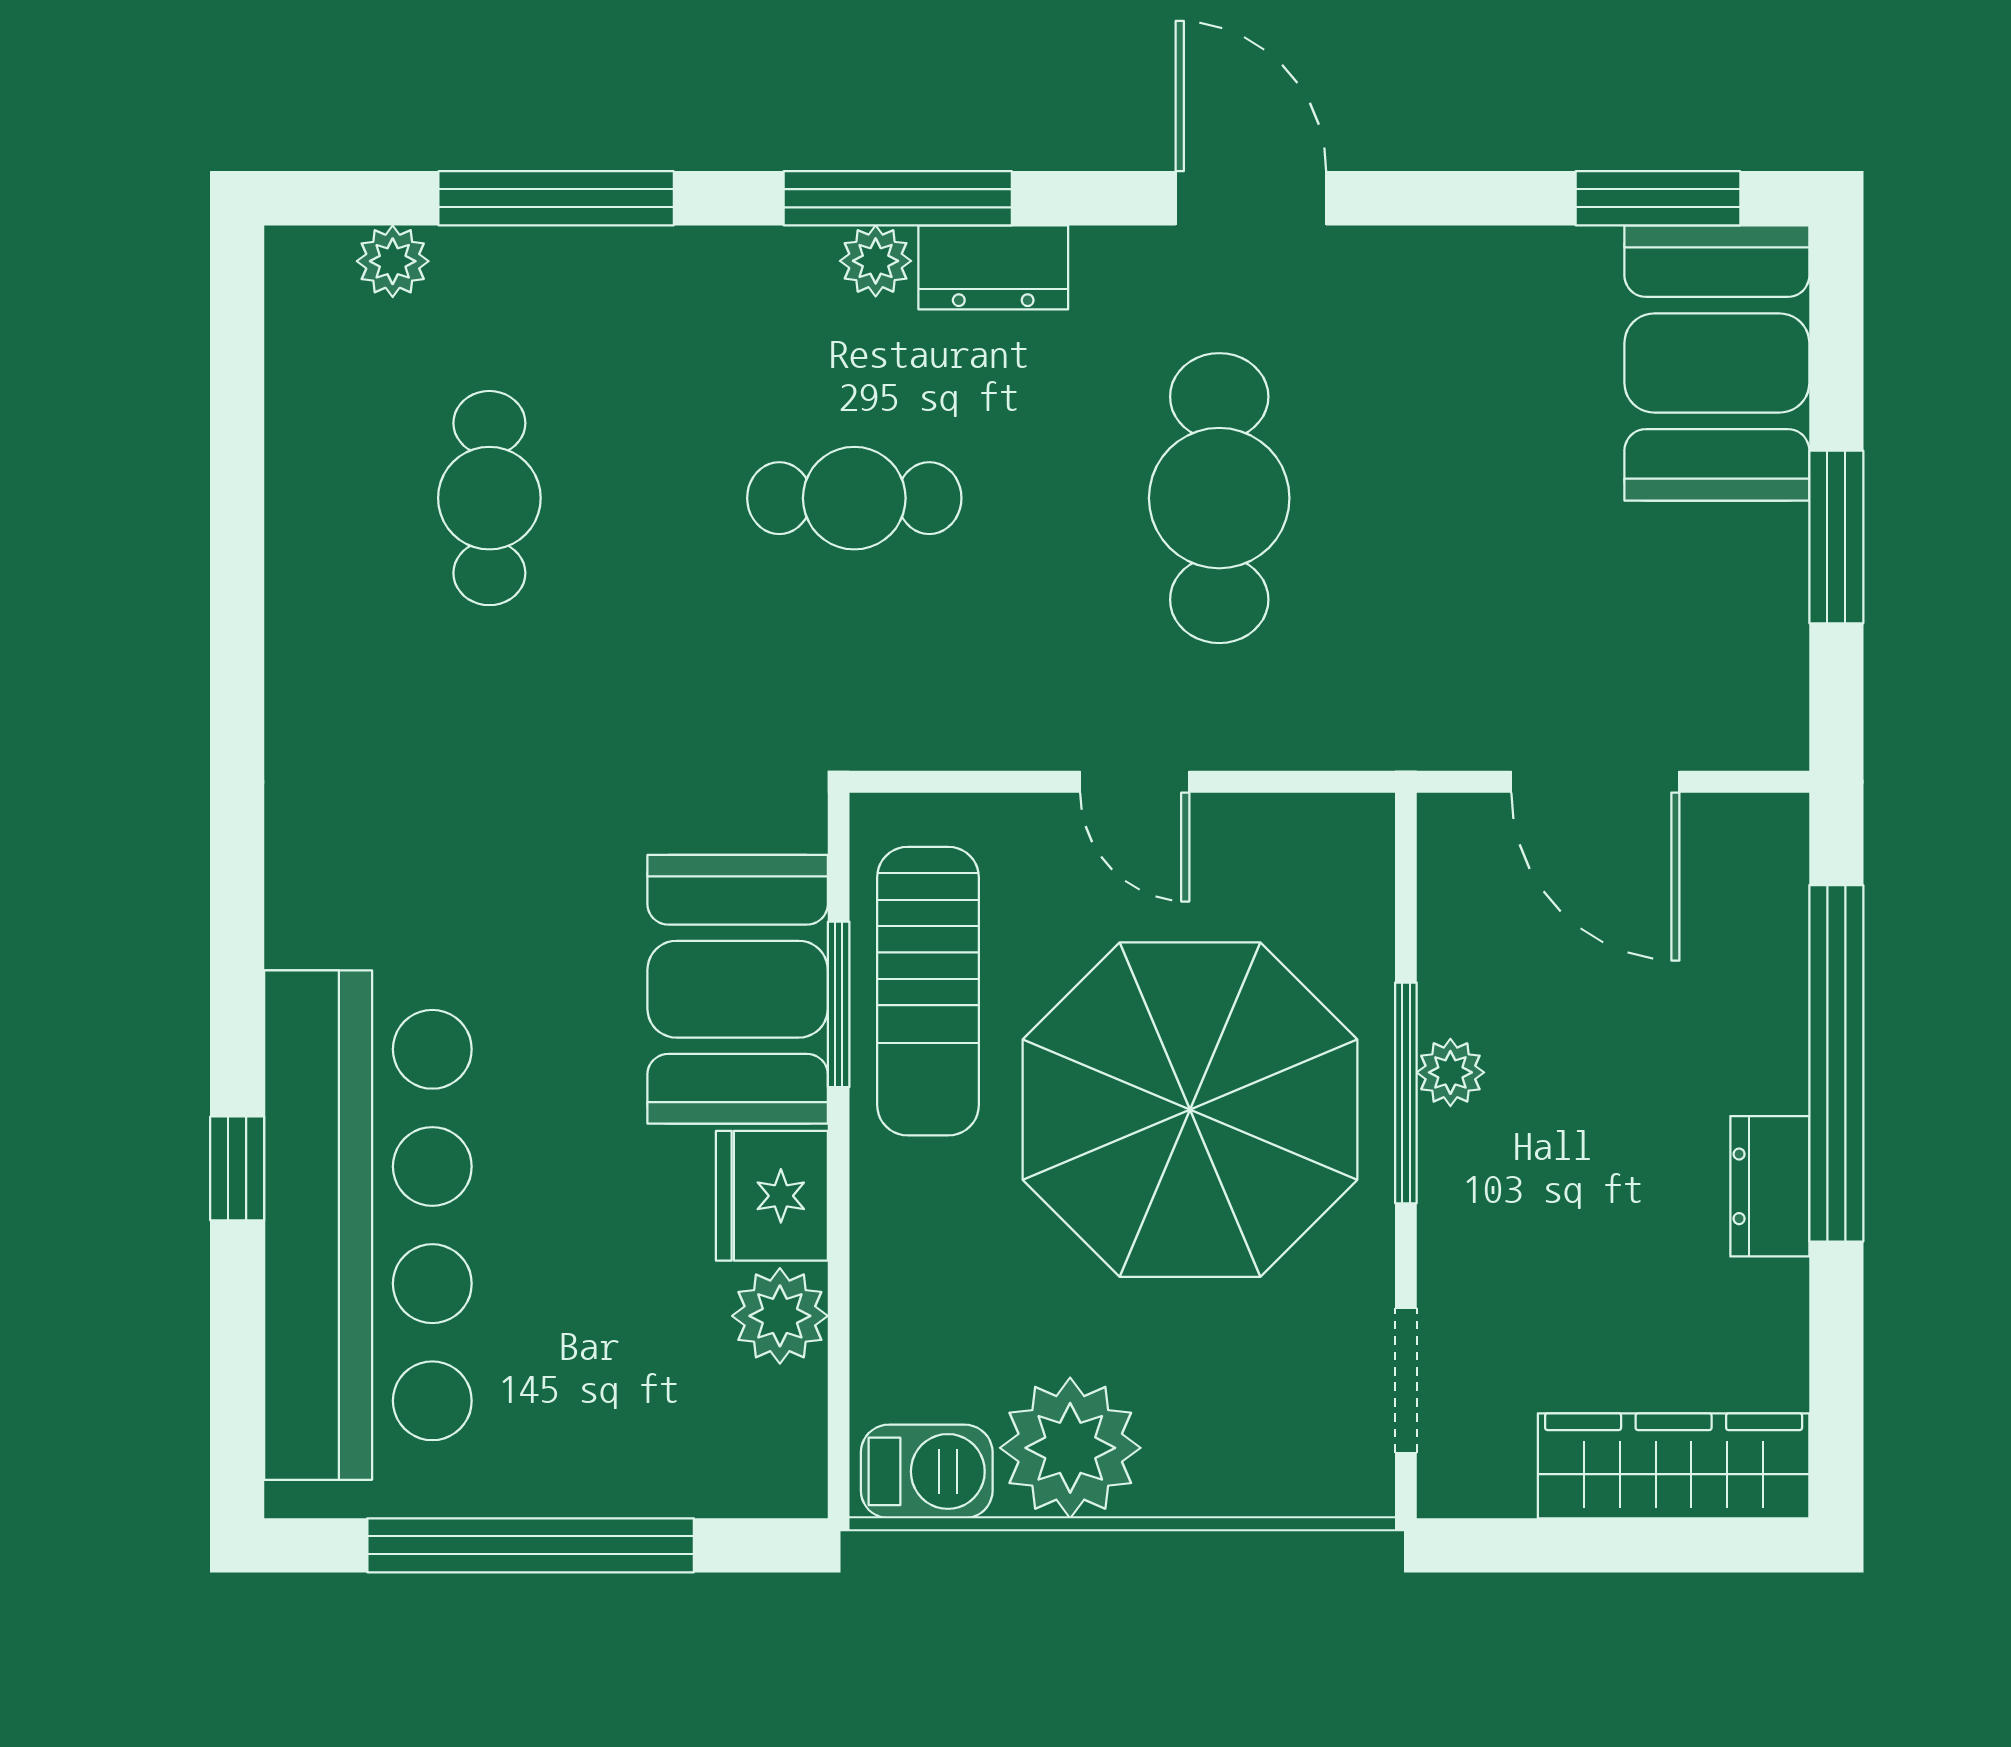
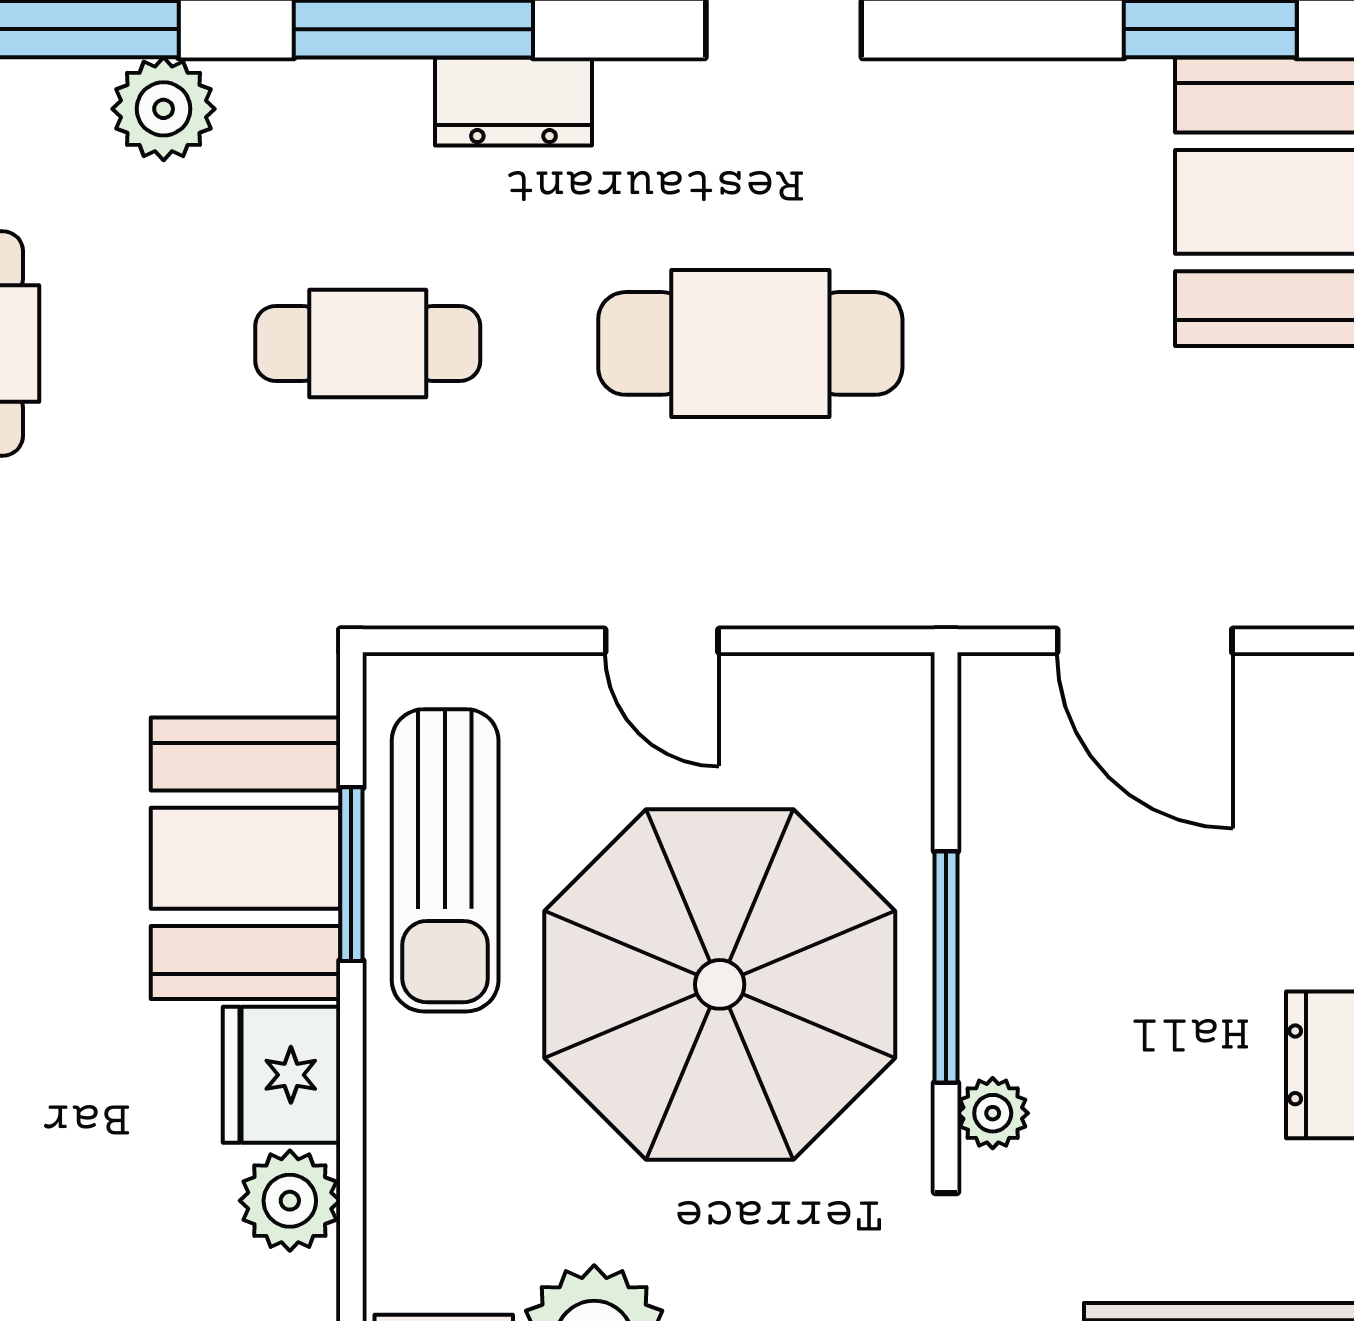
plant: (876, 261) -> (164, 109), moved, width x1.38, depth x1.38
cafe table: (1219, 498) -> (750, 343), turned 90
plant: (1450, 1072) -> (993, 1113), moved

